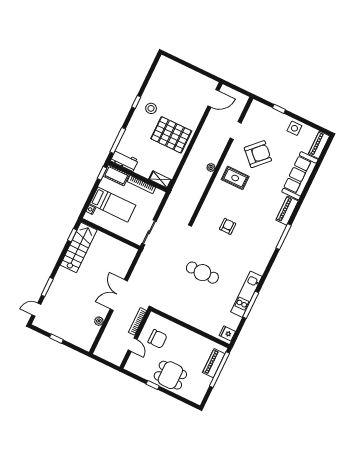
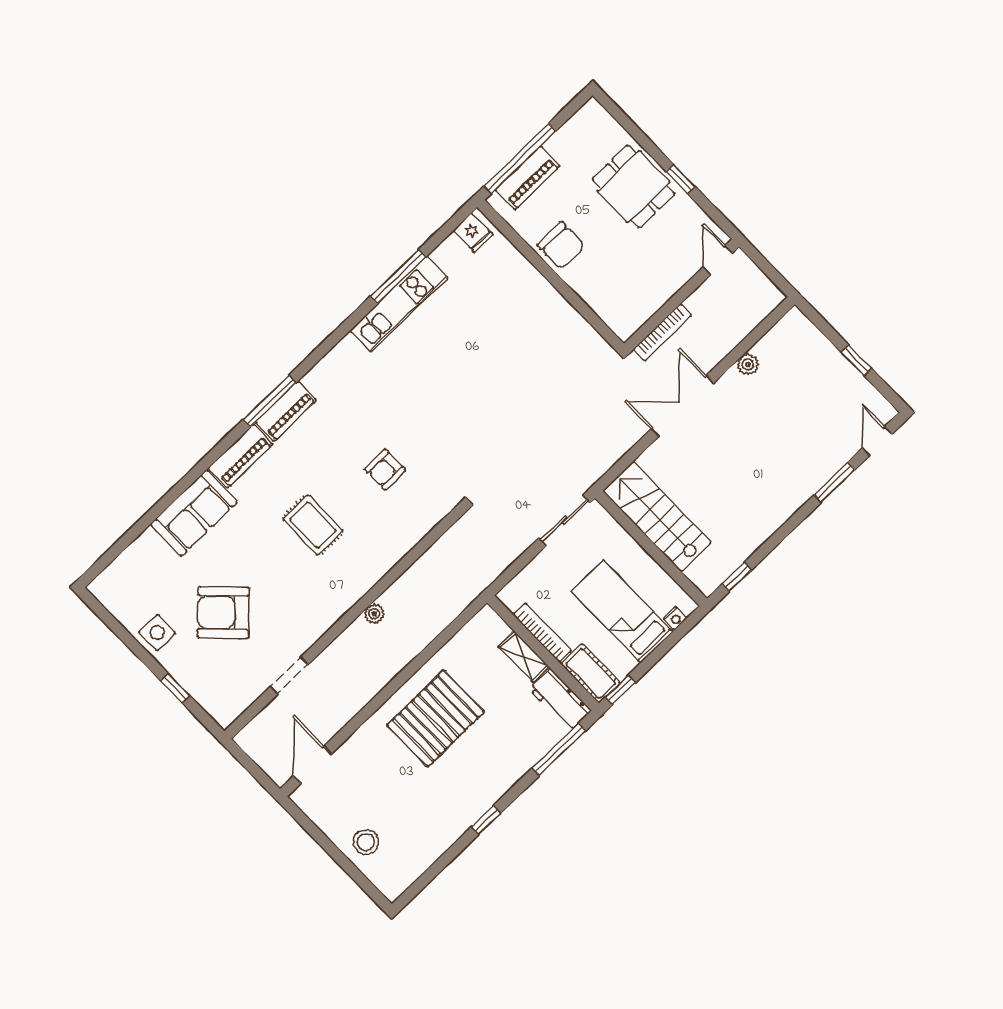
door: (213, 98) -> (312, 765), hinge flipped
stool: (151, 108) -> (366, 842), moved
pallet: (171, 135) -> (436, 719), turned 90
piano: (319, 145) -> (286, 411), moved
armchair: (258, 154) -> (223, 613), moved
sofa: (300, 176) -> (194, 513), width x0.73
rug: (235, 178) -> (313, 525), moved
shelving: (160, 180) -> (524, 657), moved
stairs: (79, 247) -> (657, 517), moved, turned 90
cafe table: (202, 273) -> (479, 388), removed
double door: (119, 295) -> (682, 406), swing flipped
door: (36, 310) -> (877, 441), swing flipped
chair: (157, 339) -> (561, 246), moved, turned 180
door: (133, 345) -> (718, 260), moved

